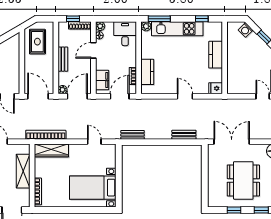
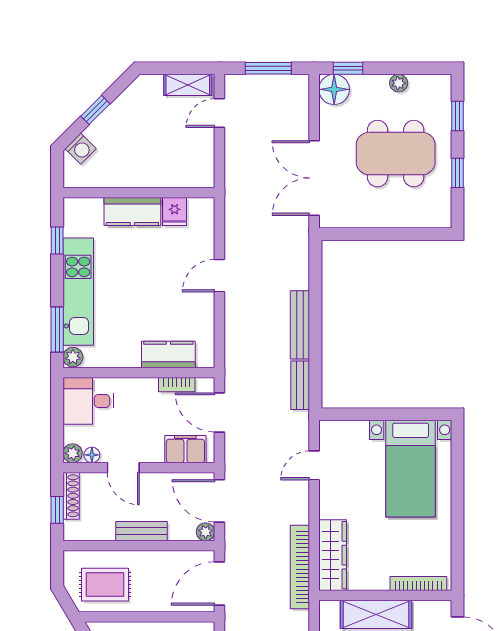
fridge: (216, 88) -> (175, 212), moved
bench: (184, 135) -> (300, 325), moved, width x1.36

